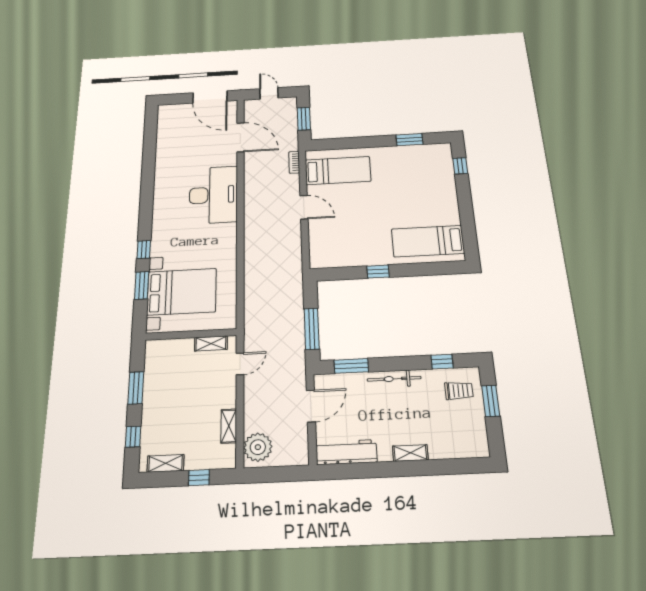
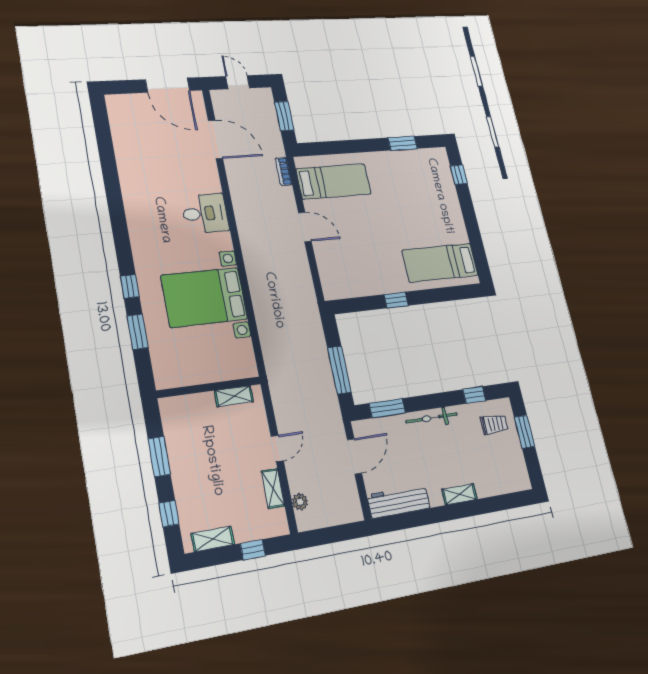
desk: (213, 195) -> (205, 213), width x0.53, depth x0.77
bed with nightstands: (182, 292) -> (204, 297), moved, turned 180
door: (240, 364) -> (277, 449), moved
plant: (258, 447) -> (300, 502), width x0.53, depth x0.53

